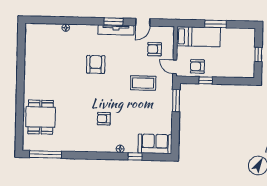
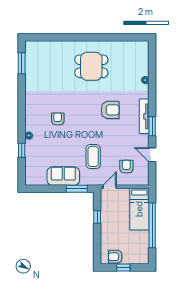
window: (216, 24) -> (152, 225), width x2.11
tv unit: (116, 30) -> (144, 116), moved
armchair: (197, 66) -> (115, 257), moved, turned -90
dining table: (41, 117) -> (91, 66), moved
sofa: (155, 144) -> (63, 176), moved, turned -90
window: (46, 154) -> (22, 63), width x0.69

